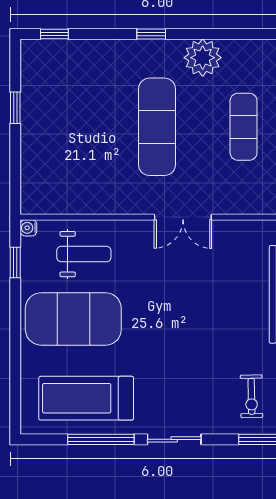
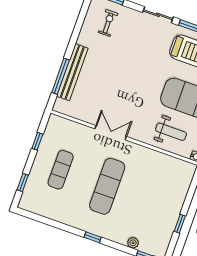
plant: (203, 58) -> (133, 243), moved, width x0.53, depth x0.53
weight bench: (84, 254) -> (171, 132), turned 180

